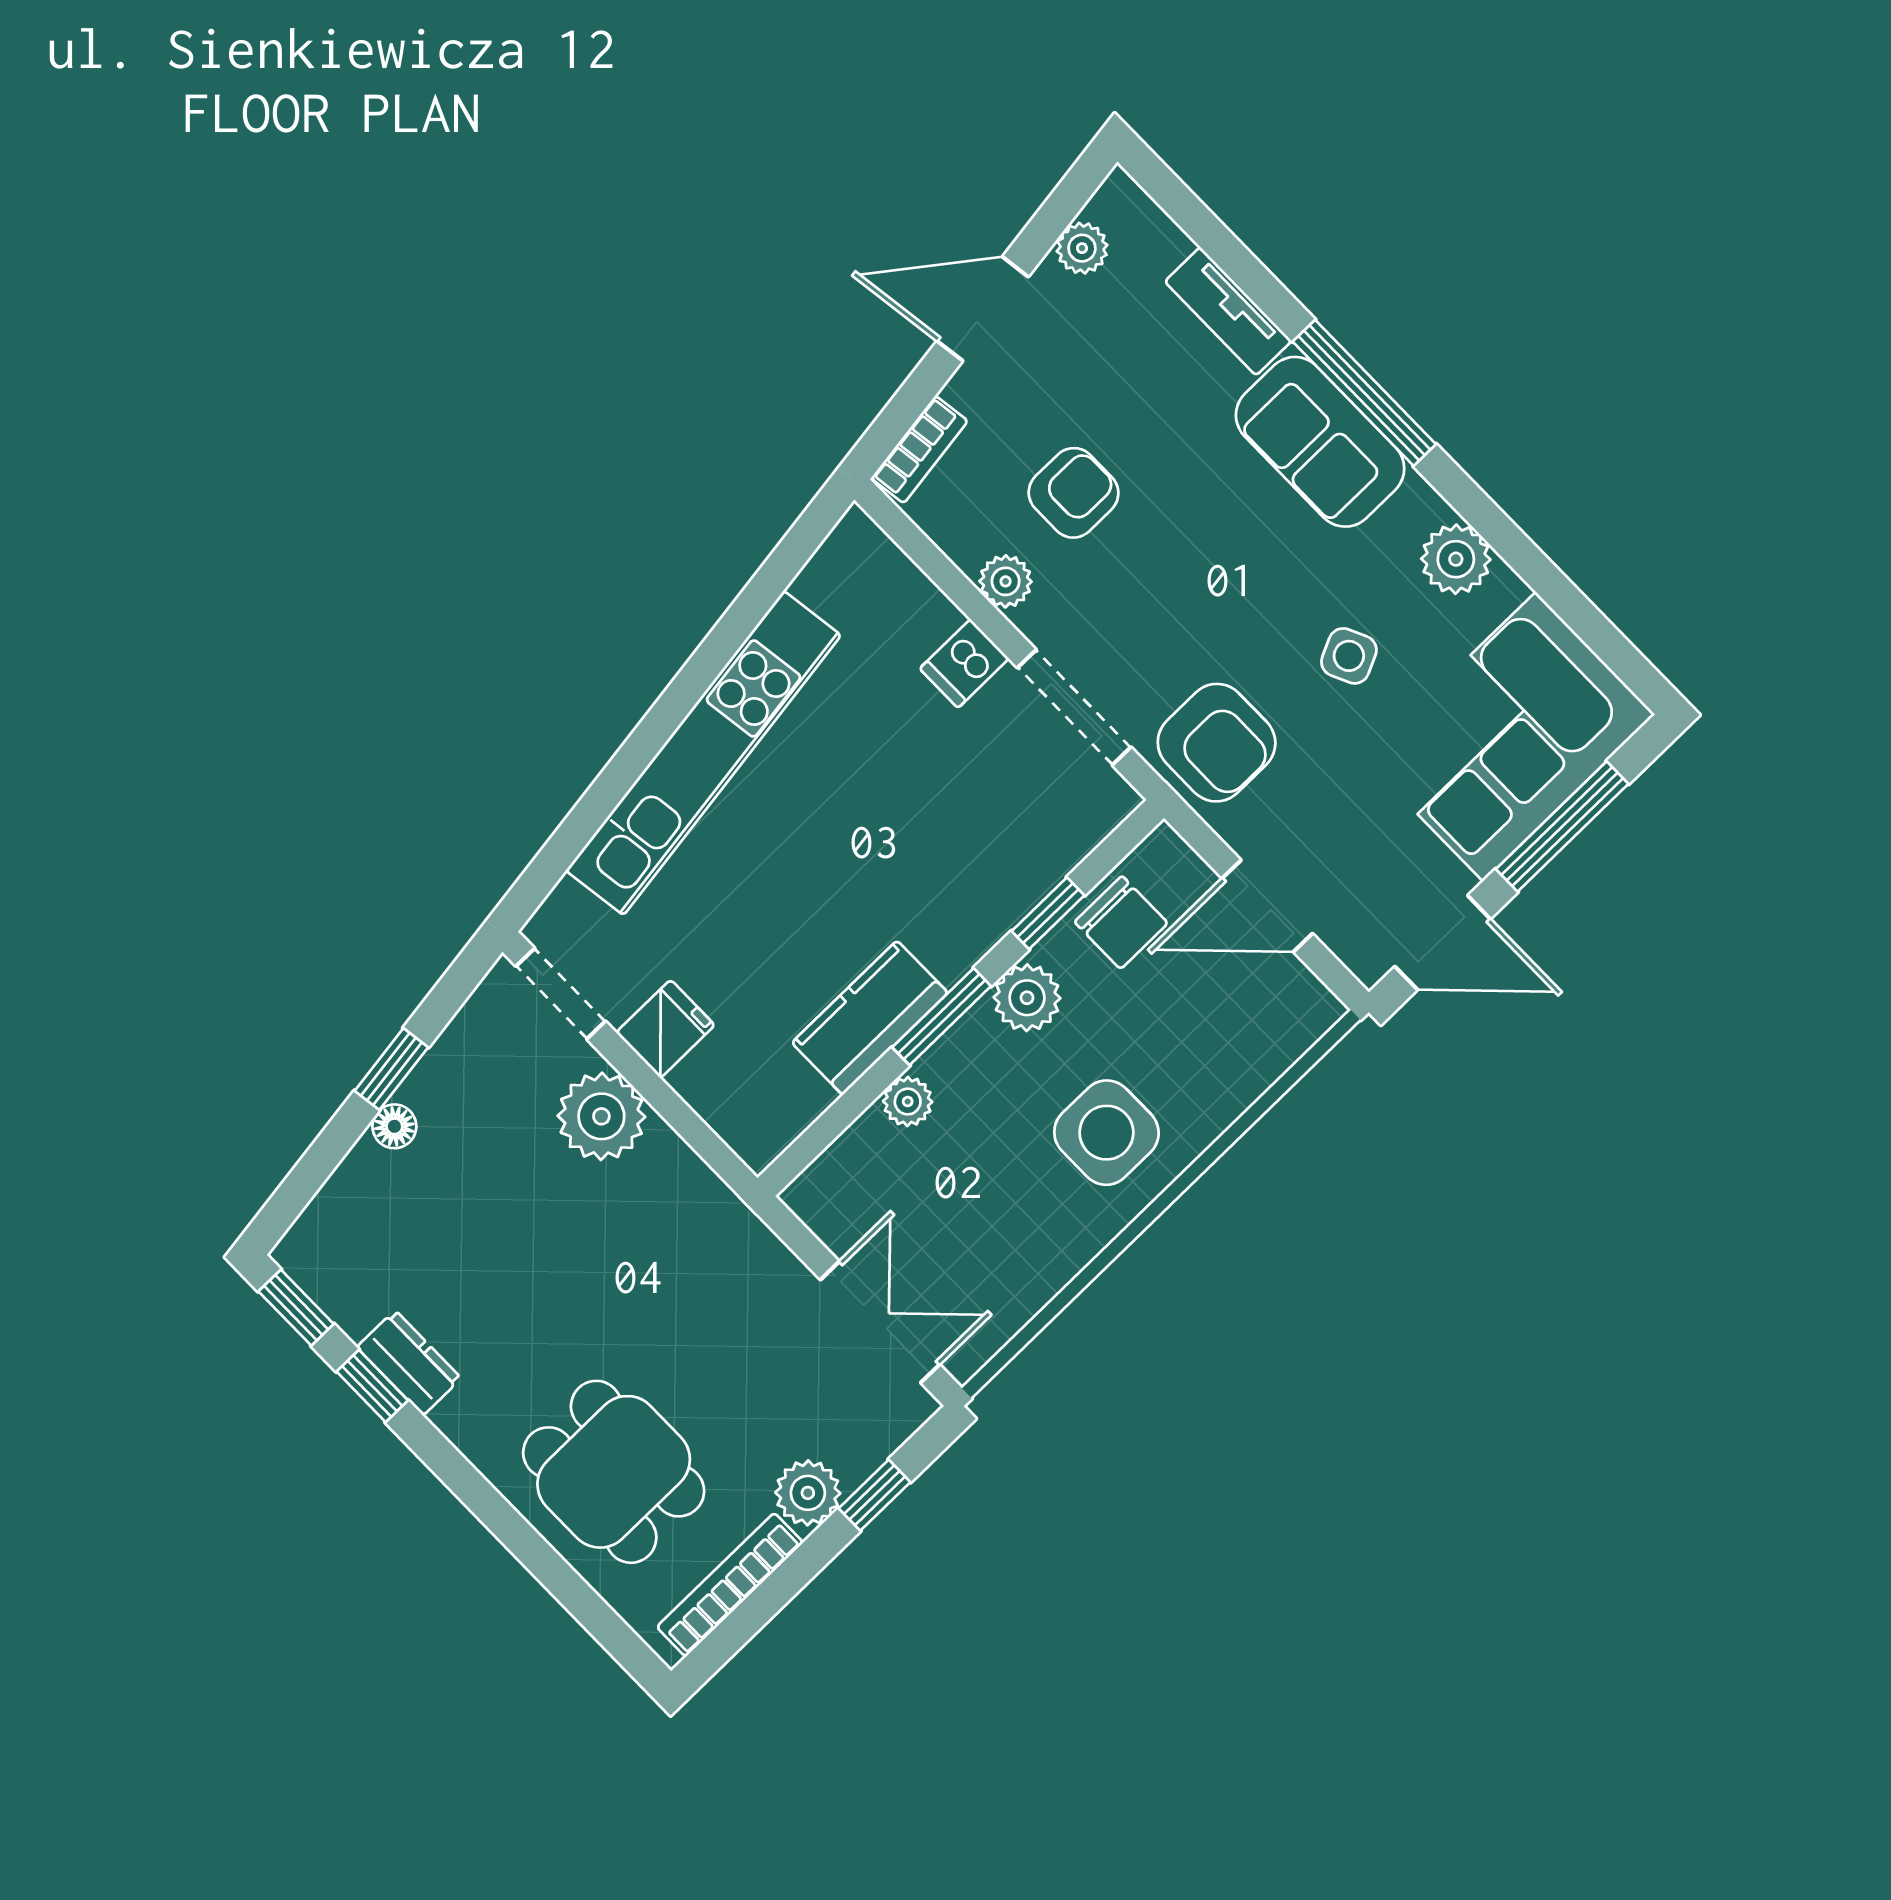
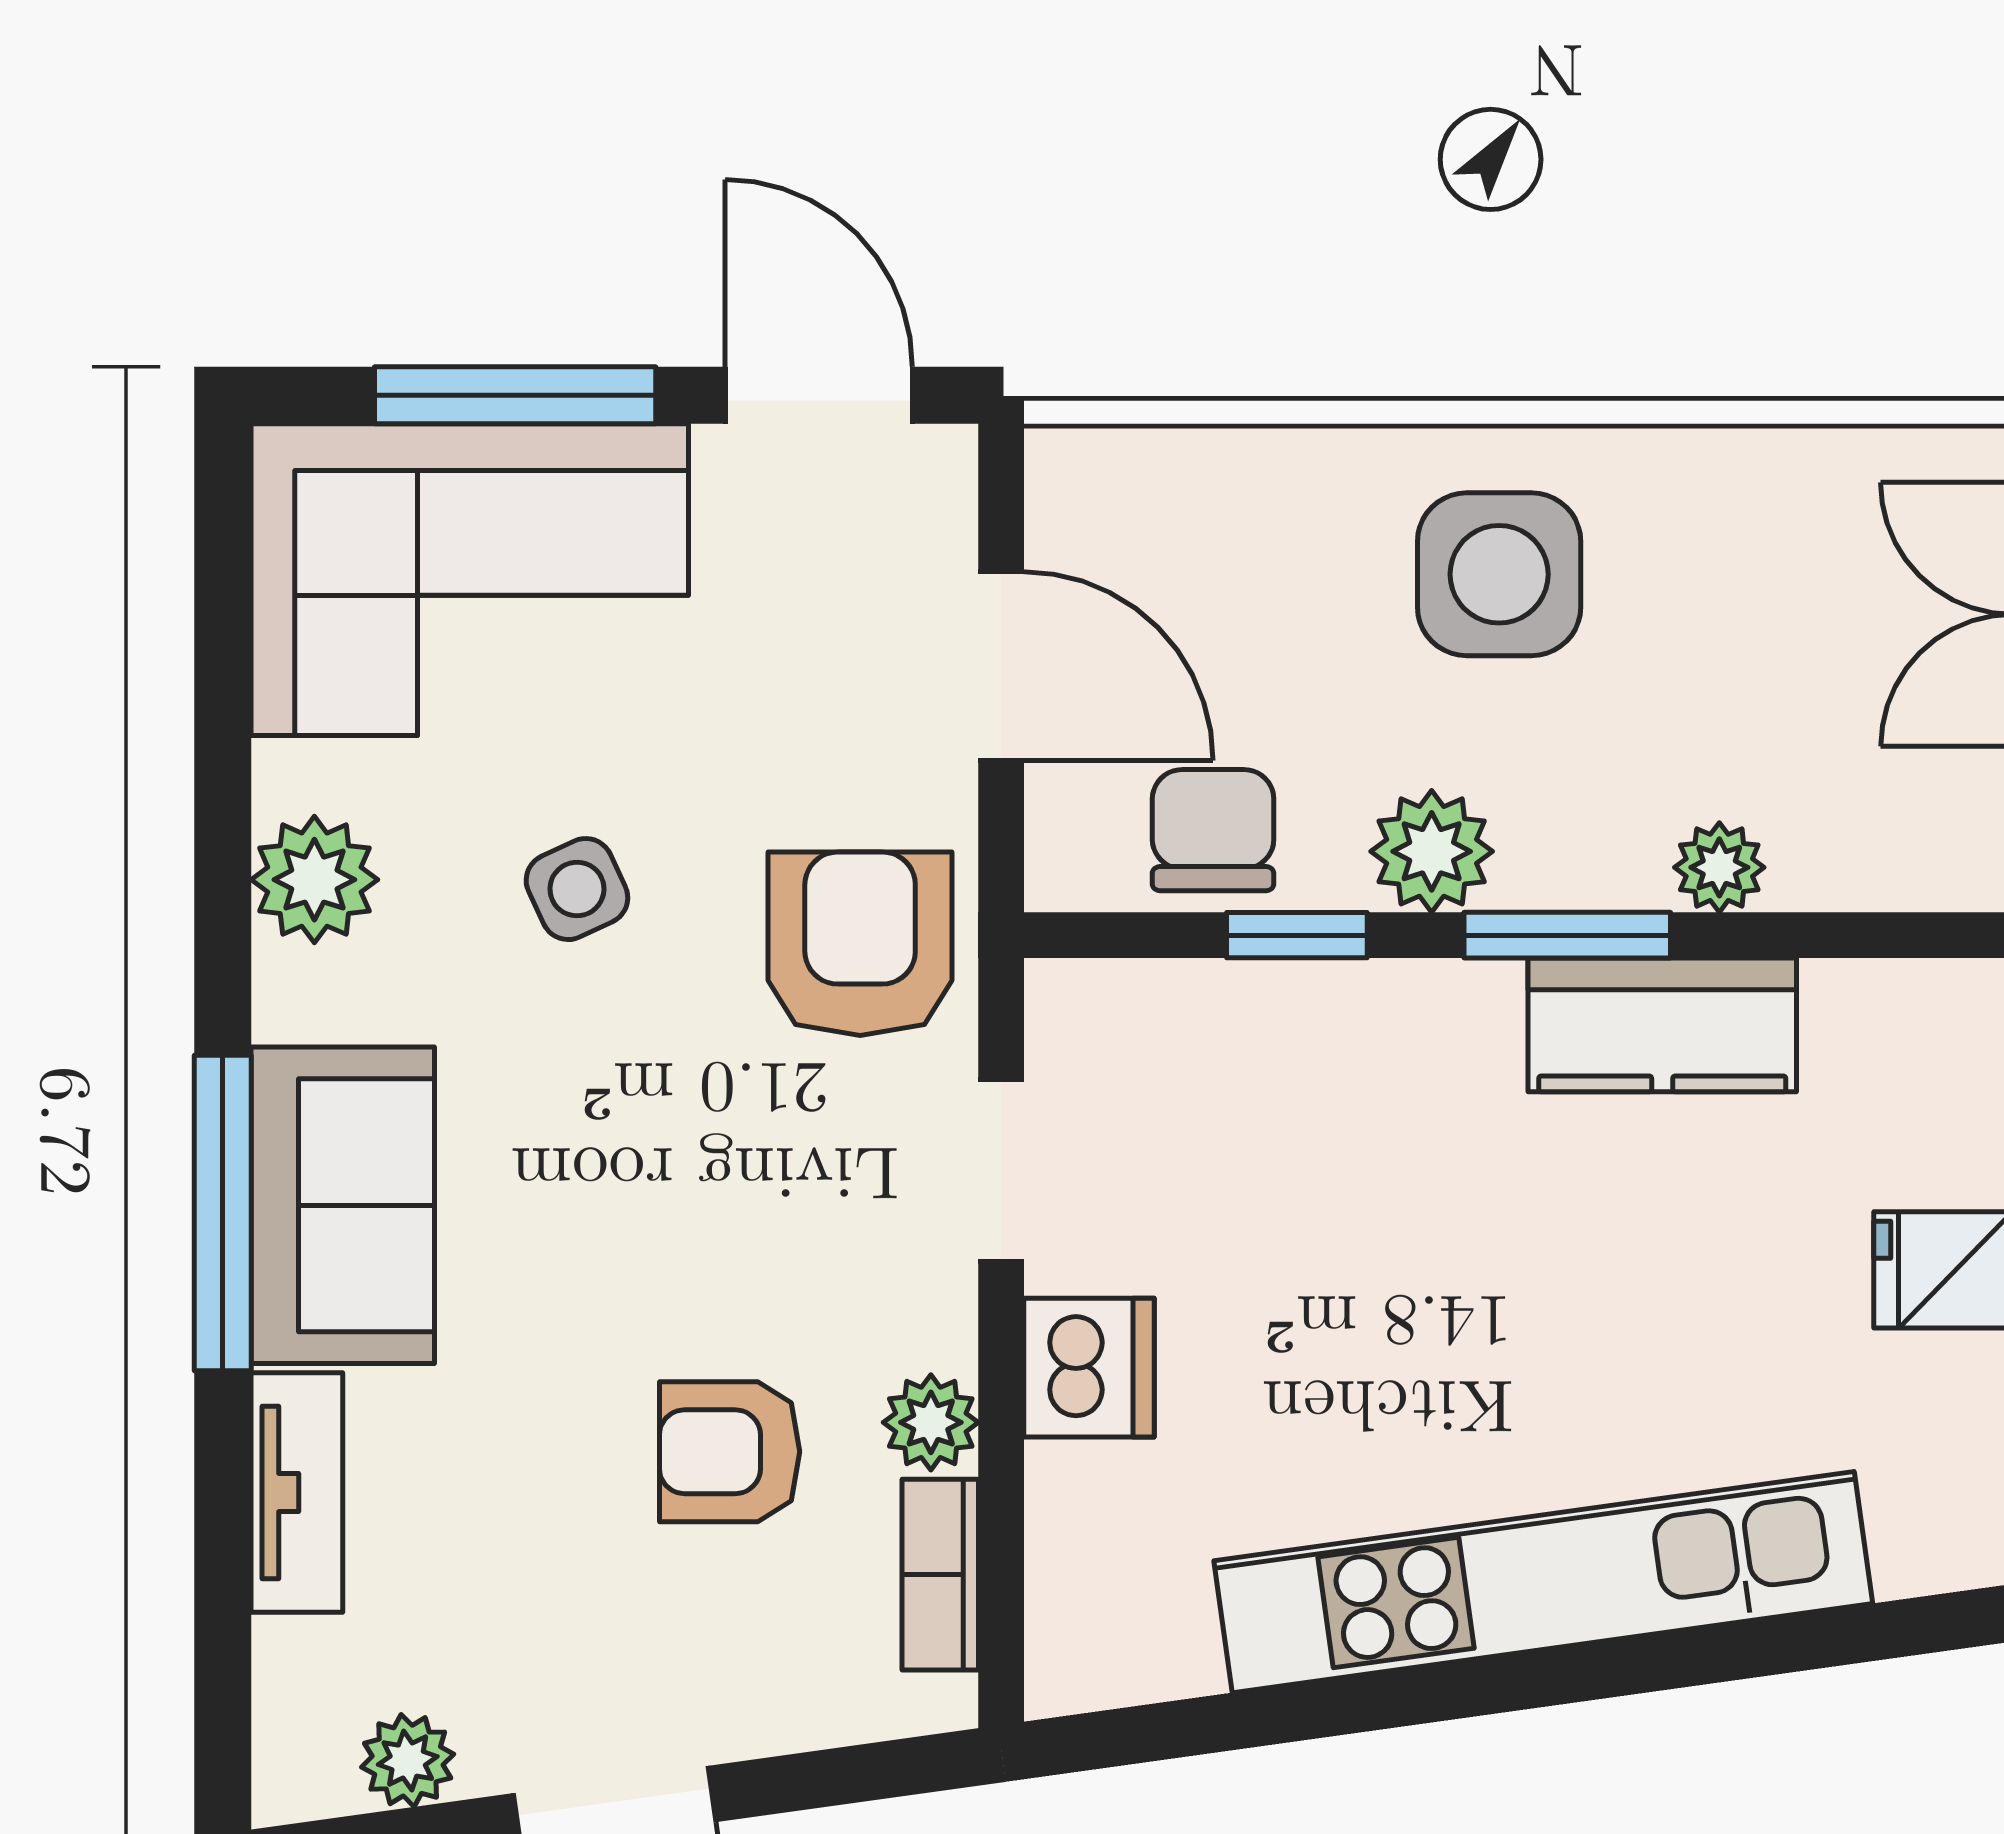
bookcase: (919, 450) -> (940, 1575), moved, turned -82
dishwasher: (964, 664) -> (1089, 1368), width x1.38
doorway: (1074, 707) -> (1001, 1171), width x0.73

